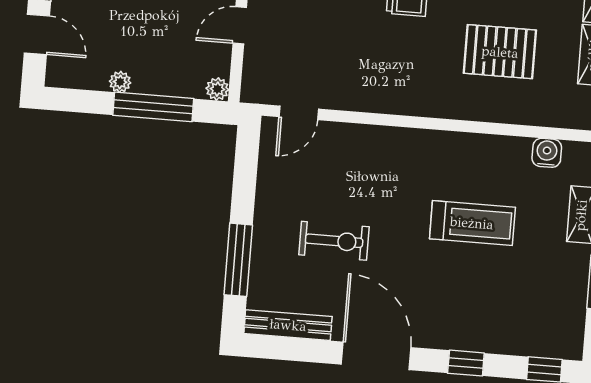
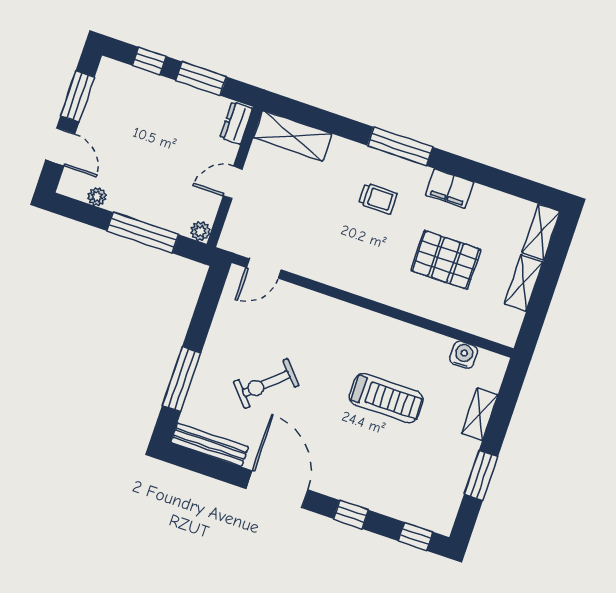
plant: (120, 82) -> (97, 197), moved
exercise bike: (334, 241) -> (266, 384), turned 138

